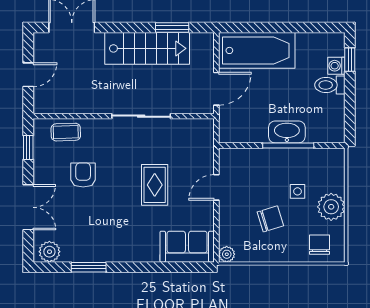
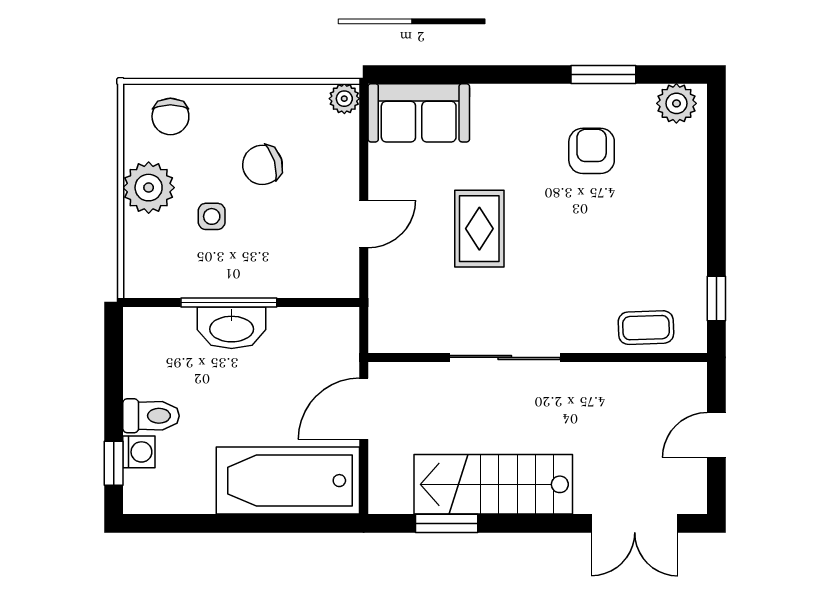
armchair: (83, 175) -> (592, 151), moved, turned 180
double door: (28, 207) -> (716, 187), removed

